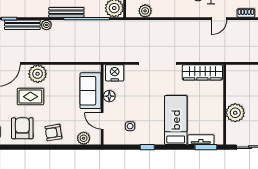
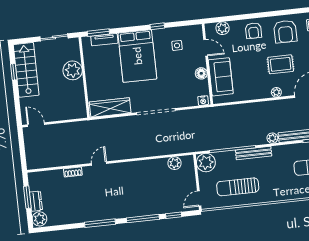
nightstand: (115, 73) -> (203, 101), width x0.53, depth x0.56
plant: (38, 74) -> (276, 92), width x0.53, depth x0.53
bed: (176, 120) -> (137, 56), width x1.50
armchair: (53, 133) -> (253, 31), turned 99

